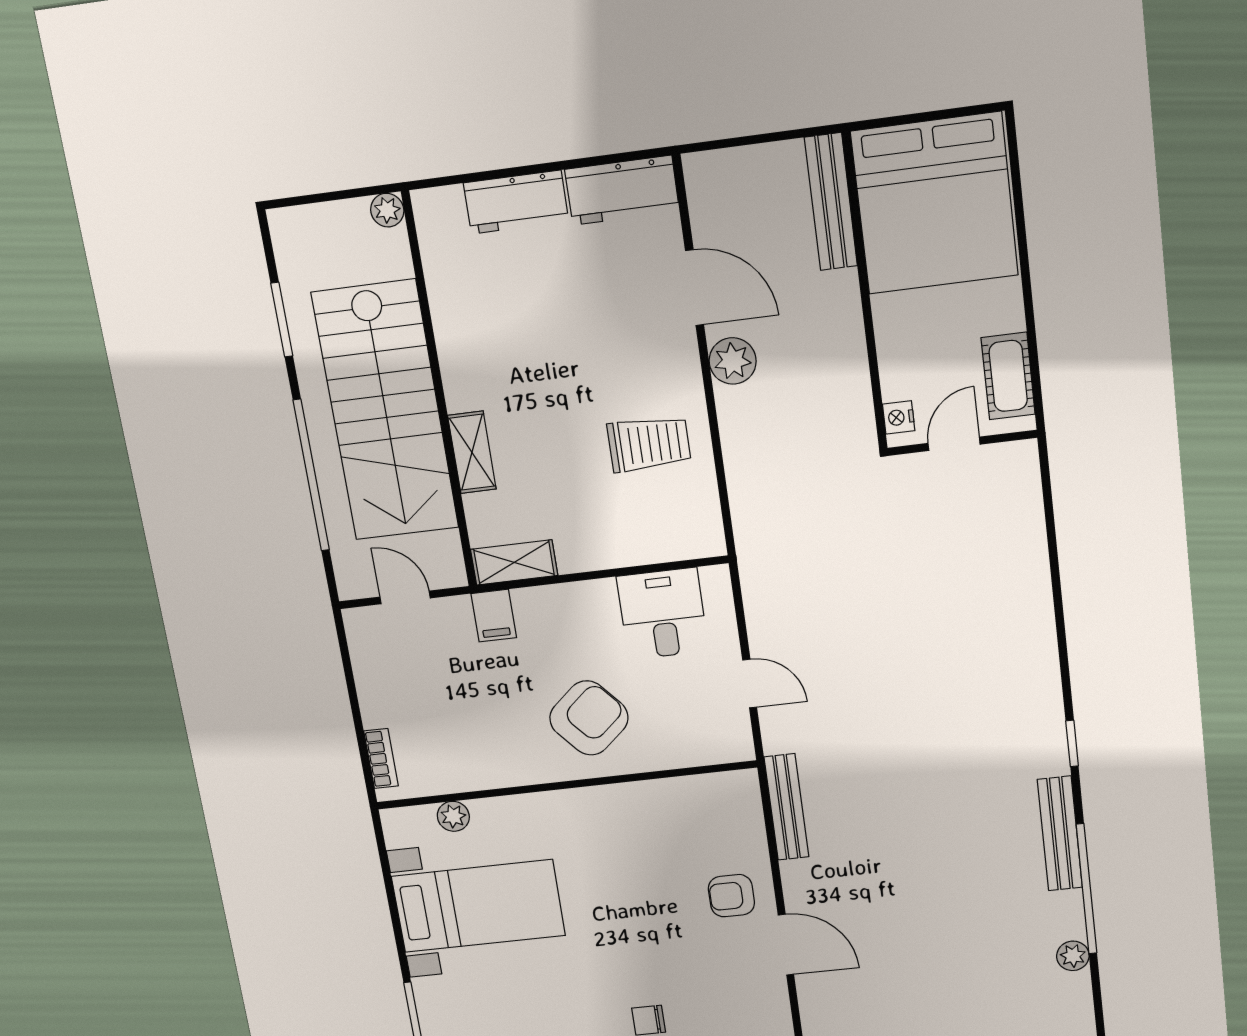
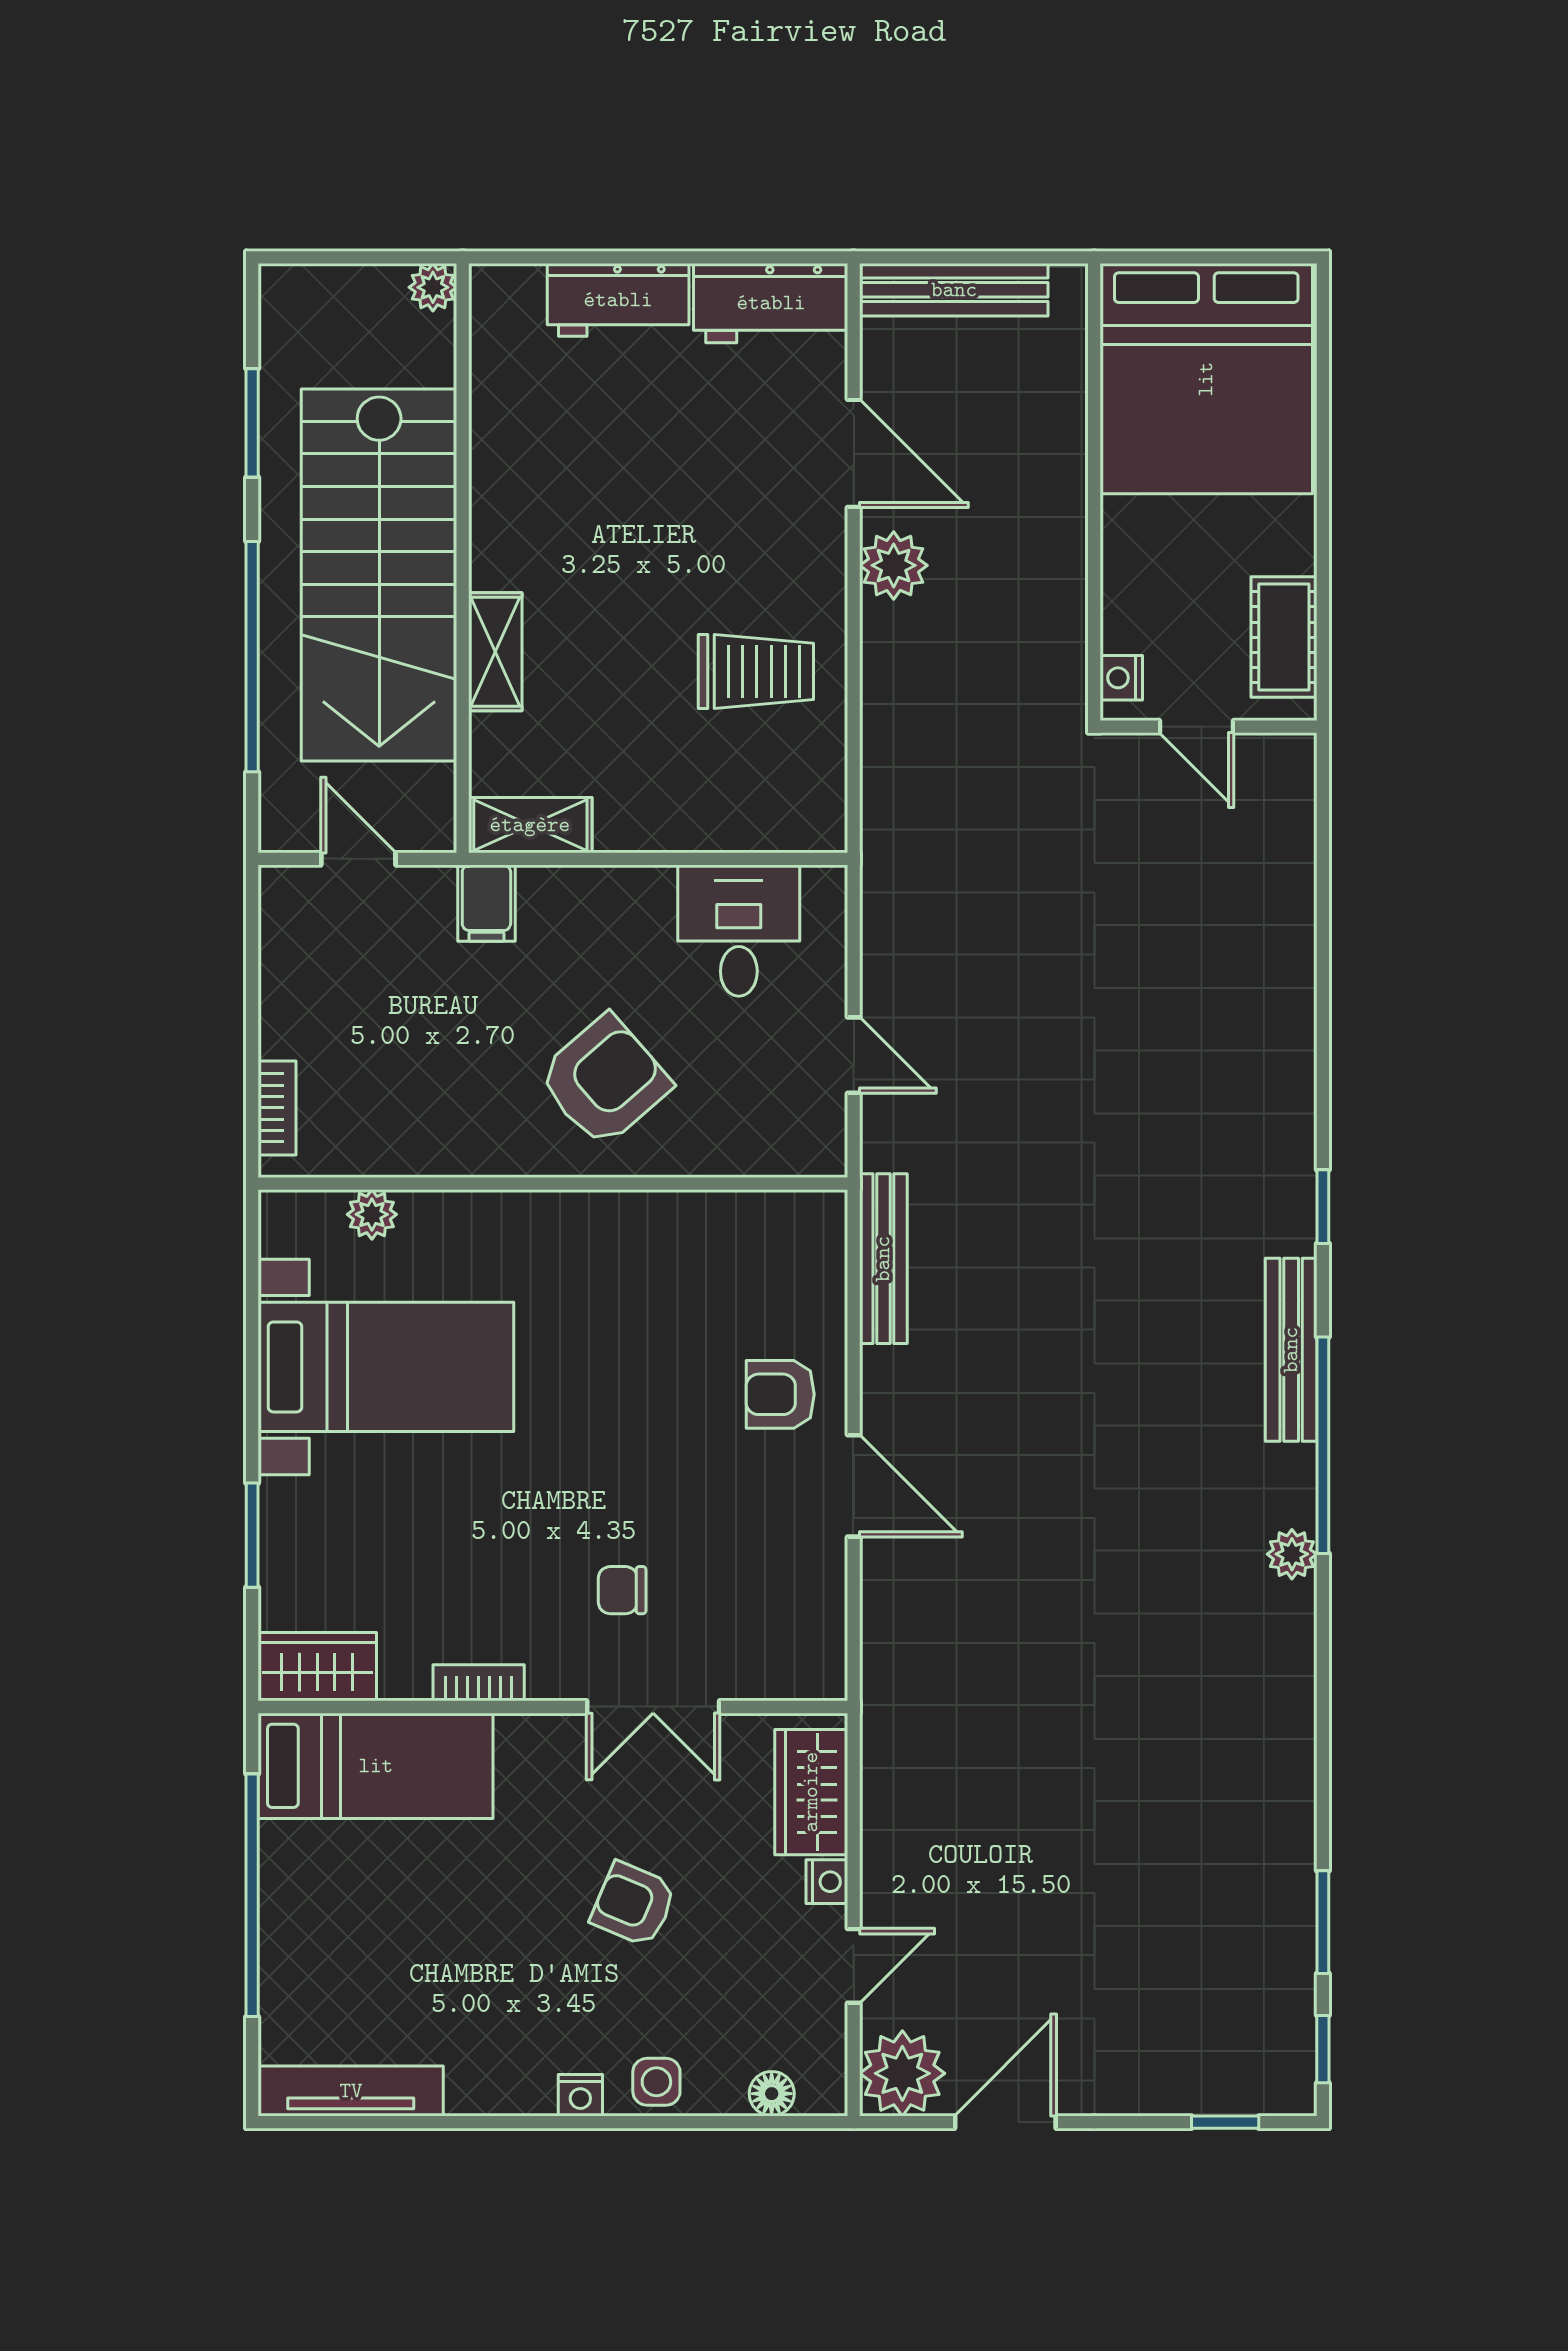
bench: (831, 202) -> (954, 290), moved, turned 90
door: (954, 444) -> (1196, 727), swing flipped

